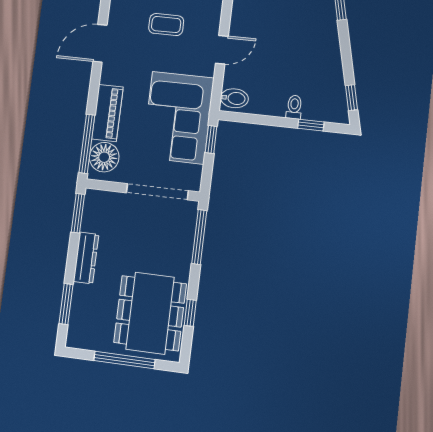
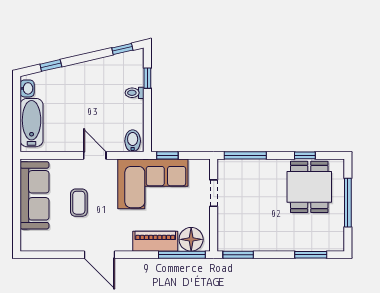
doorway: (157, 192) -> (214, 193), width x0.53
dresser: (86, 258) -> (273, 243), removed
dining table: (150, 313) -> (309, 187), width x0.73

